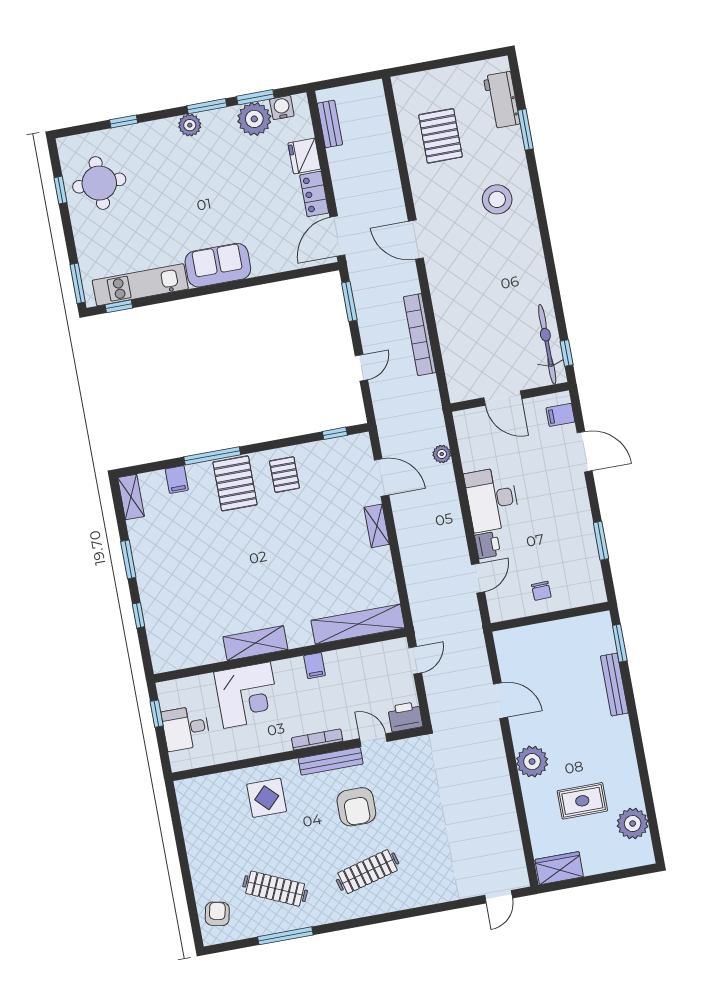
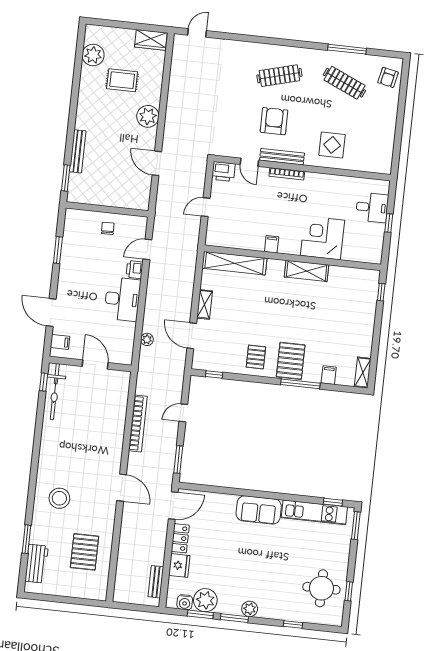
window: (128, 559) -> (377, 331), removed
shelving: (358, 624) -> (234, 263), moved
shelving: (255, 643) -> (307, 271), moved
wall: (280, 655) -> (293, 258), moved
filing cabinet: (315, 666) -> (272, 244), moved
corner desk: (247, 695) -> (322, 238), moved

